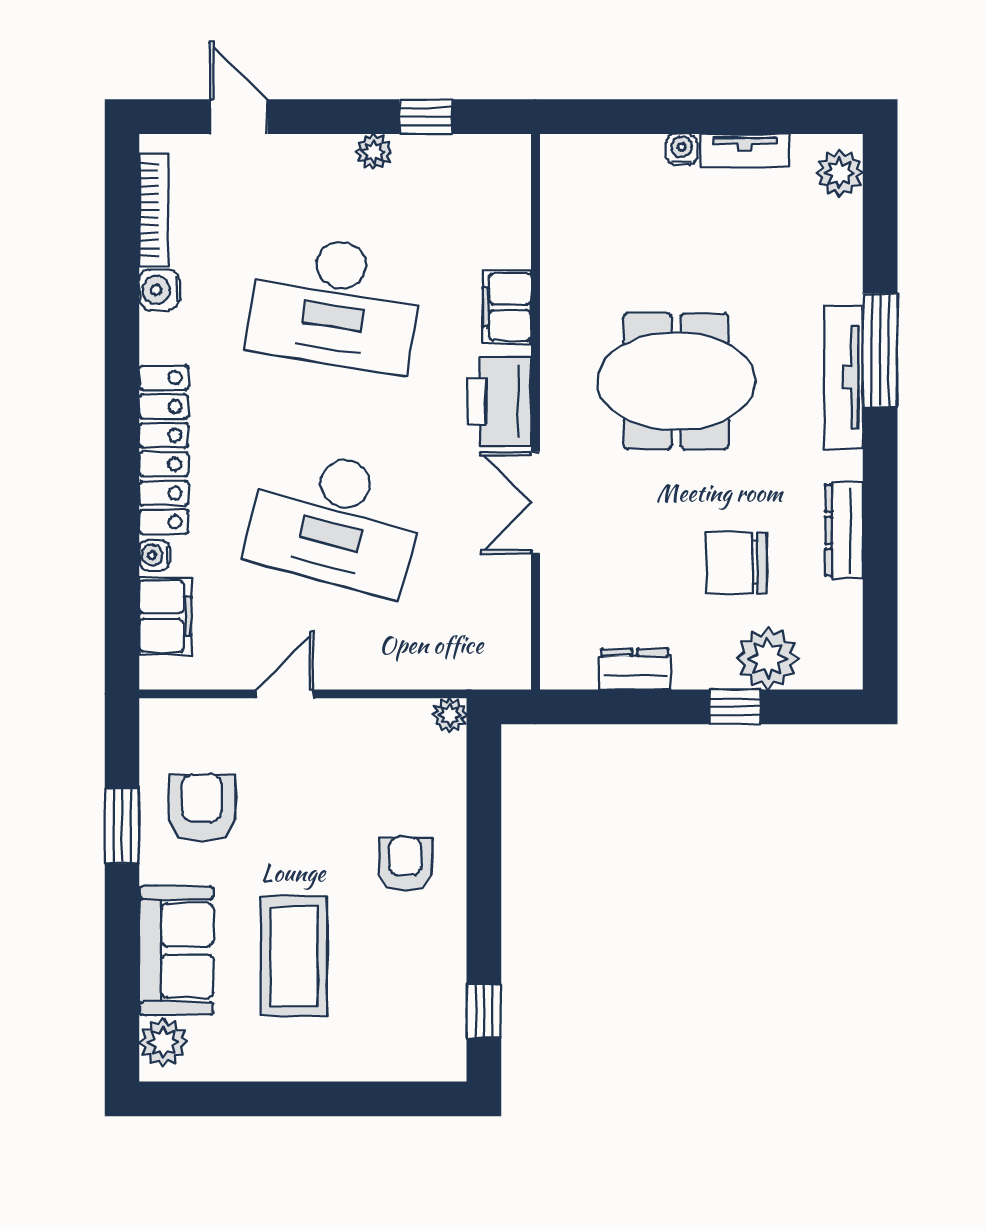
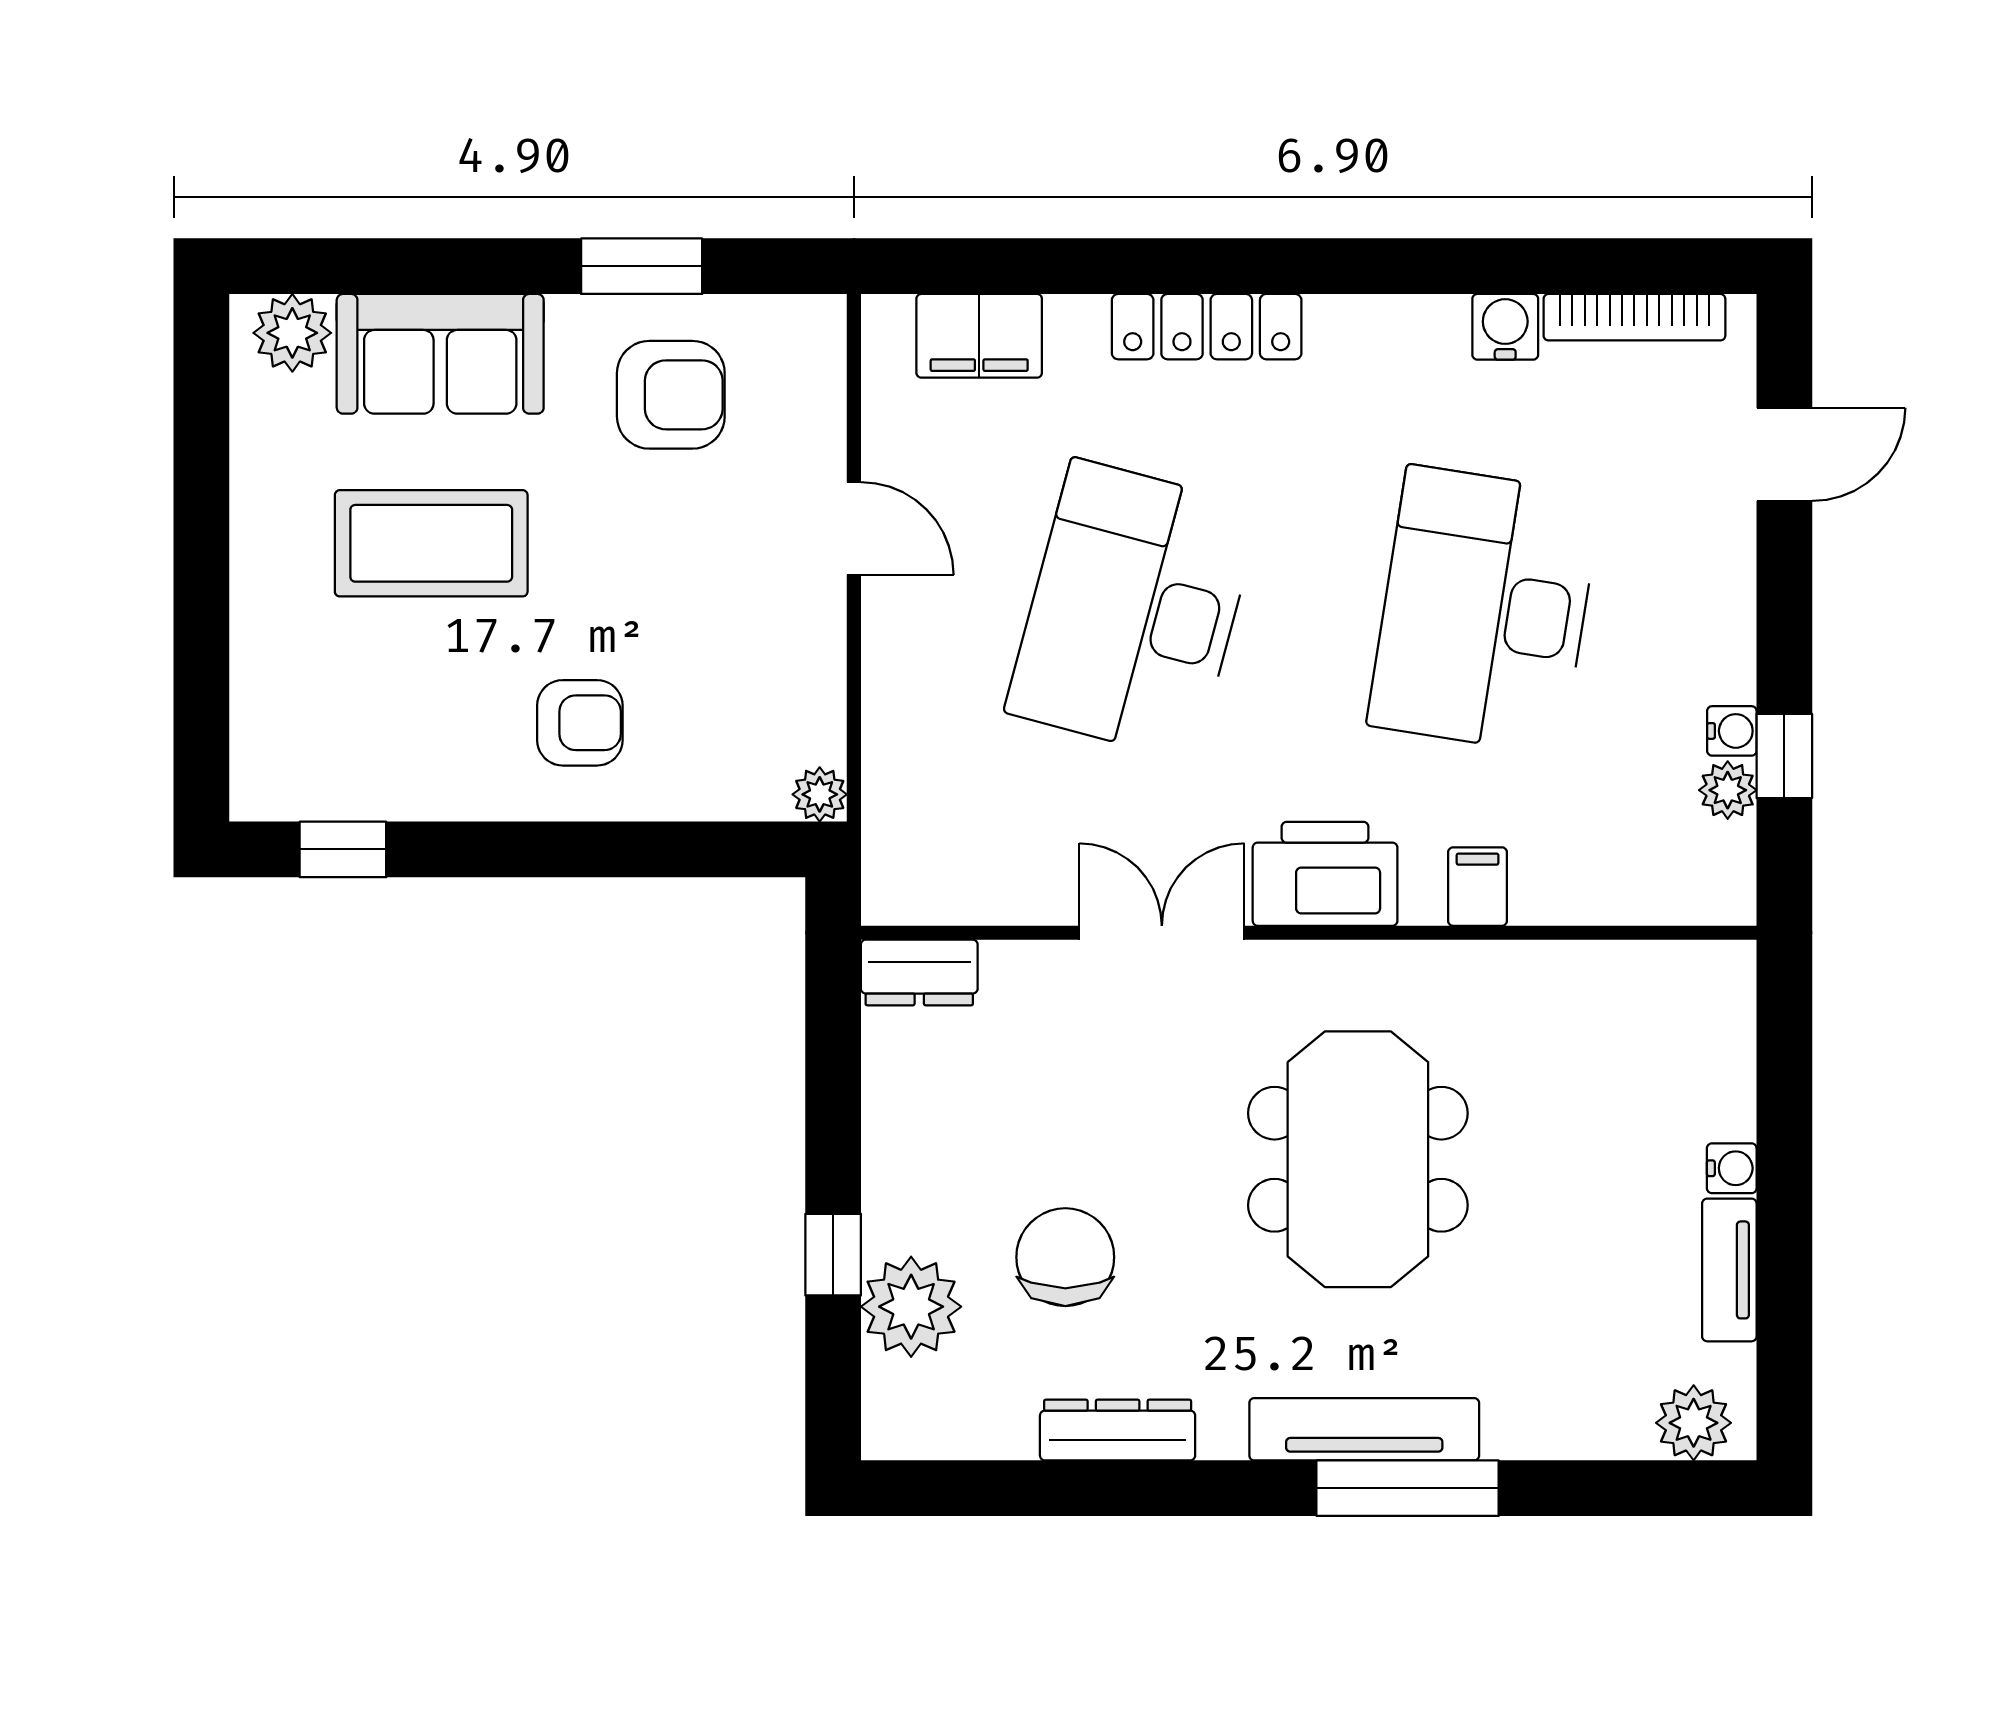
plant: (374, 152) -> (1728, 790), moved
filing cabinet: (507, 307) -> (1478, 887), width x0.50
locker: (164, 450) -> (1207, 327), width x0.71, depth x0.83
water cooler: (155, 555) -> (1732, 731), moved, turned 90
dresser: (635, 669) -> (919, 973), moved, turned 90

